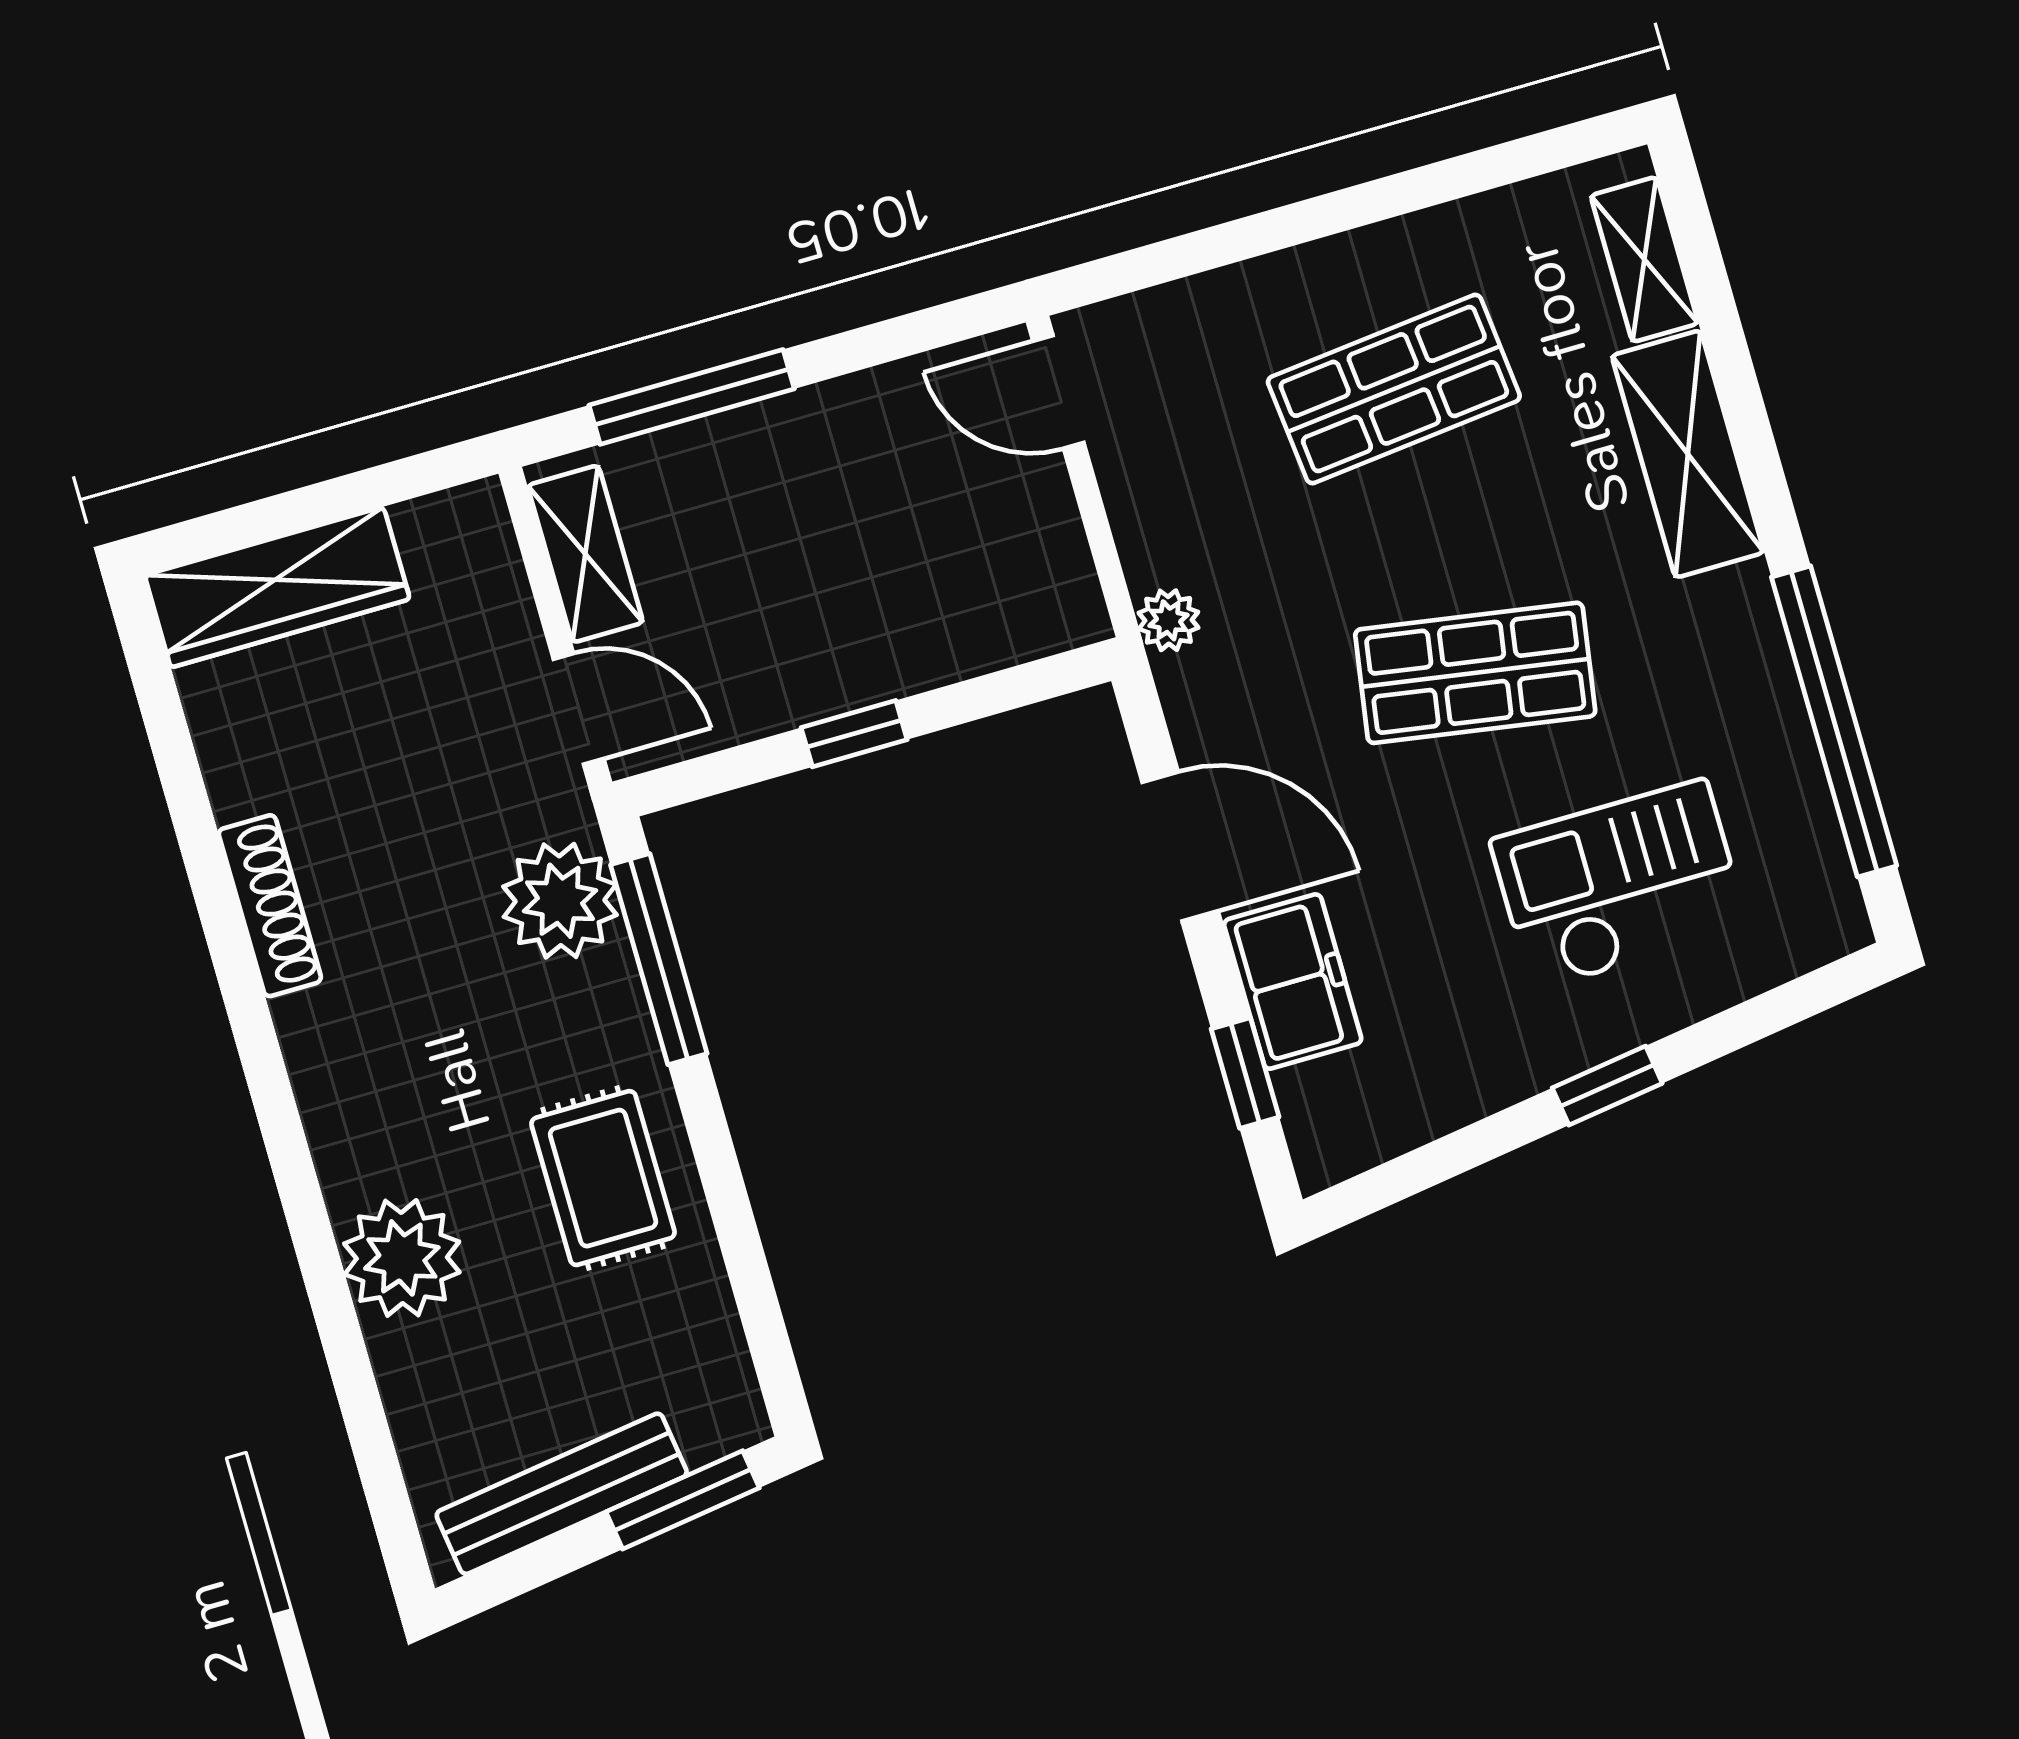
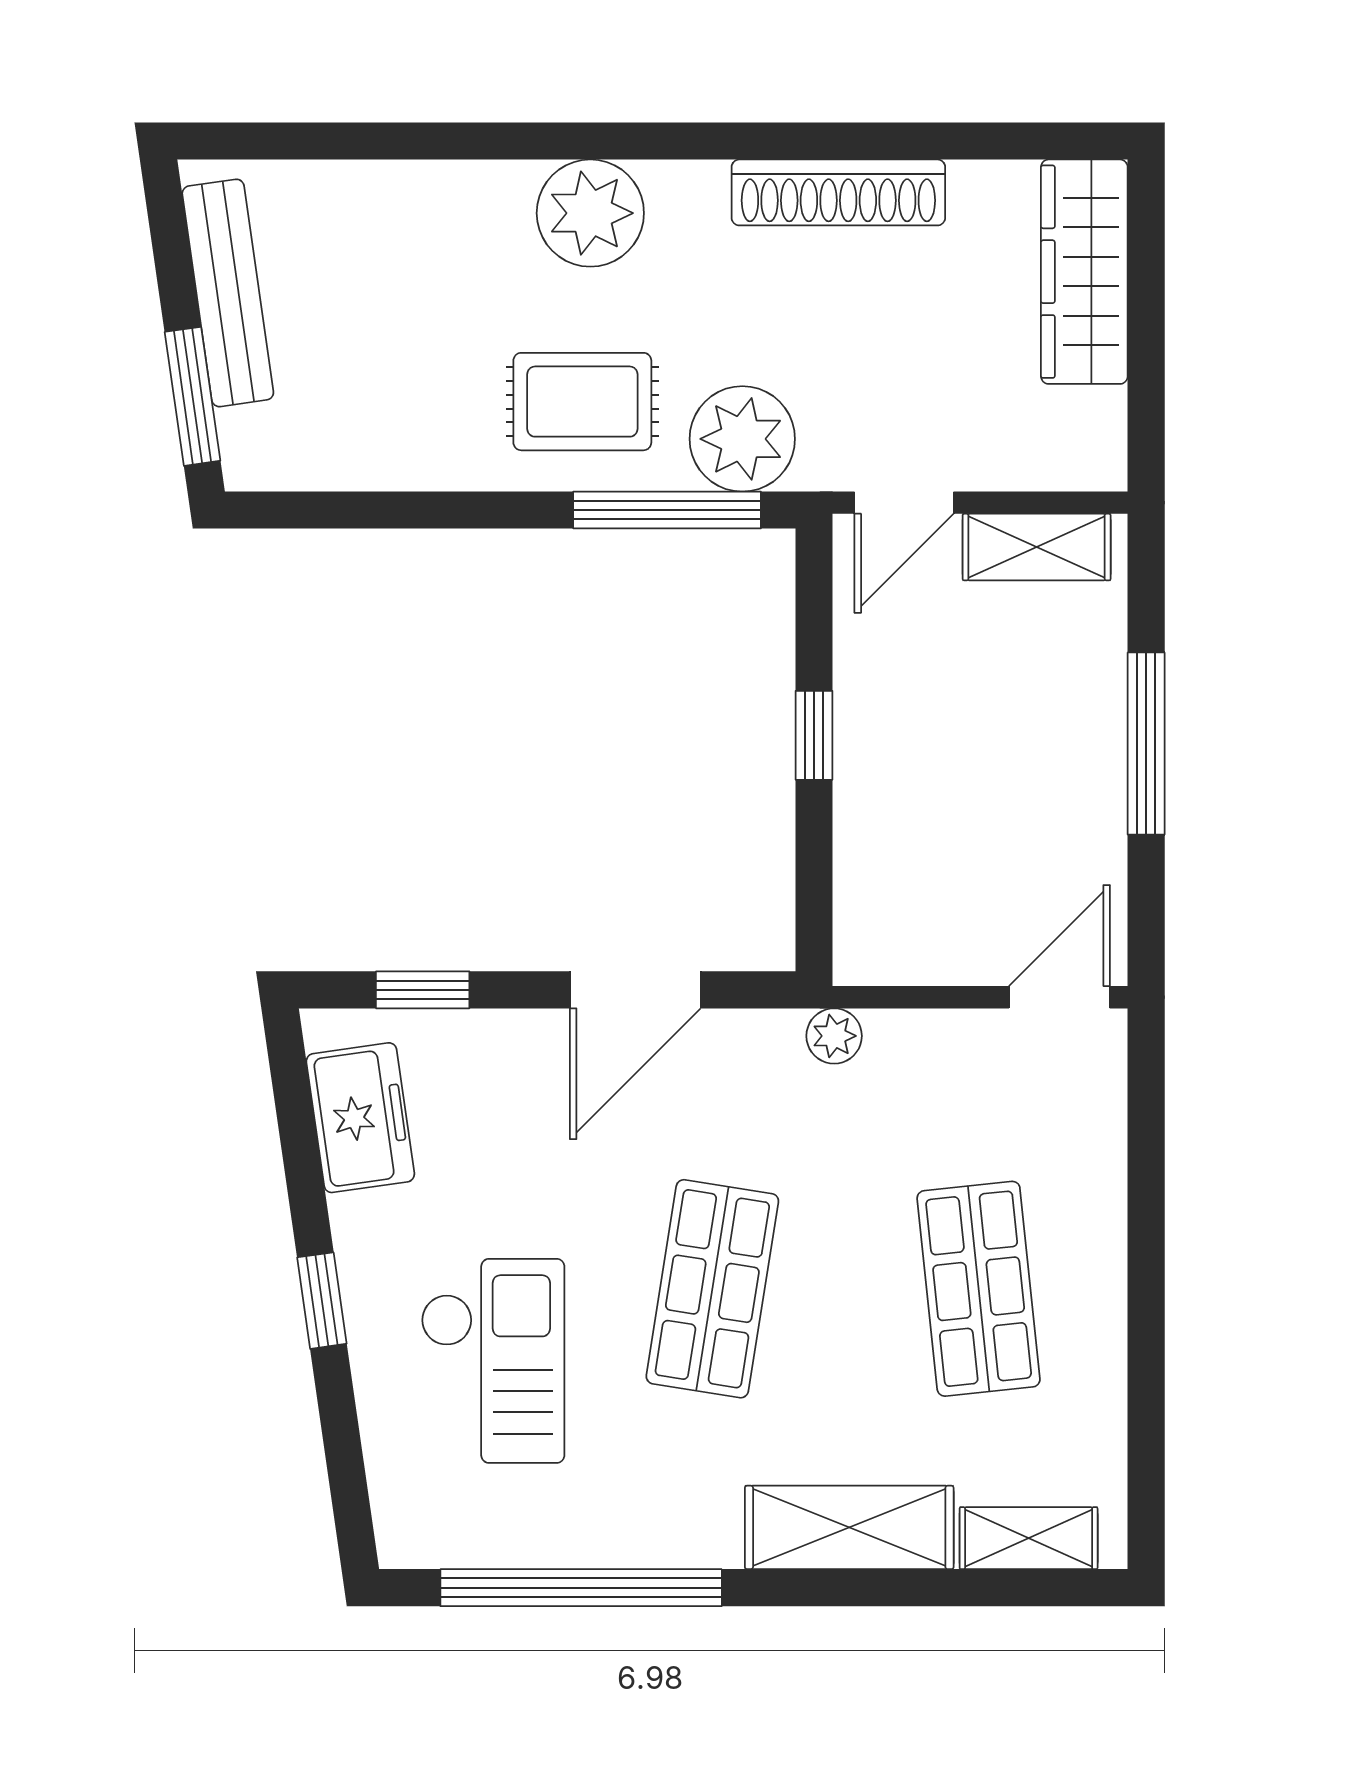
window: (692, 397) -> (1146, 744), moved
shoe rack: (270, 906) -> (838, 192), width x1.36, depth x1.24
freezer: (1293, 982) -> (360, 1118), moved, turned -98
rug: (603, 1178) -> (582, 402), moved
plant: (402, 1258) -> (590, 213), moved

